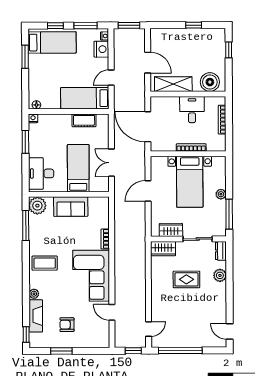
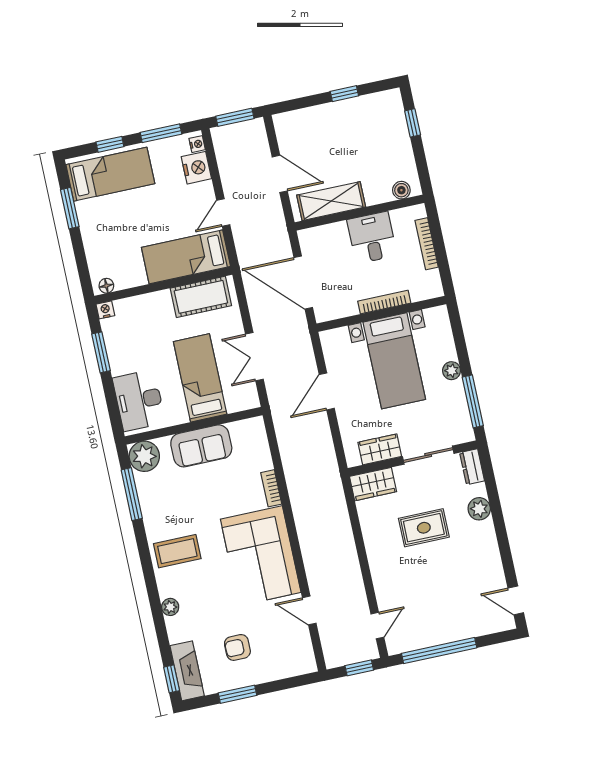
boiler: (210, 82) -> (401, 190), width x0.54, depth x0.54
cot: (84, 120) -> (201, 297), width x1.37, depth x1.34
fireplace: (36, 316) -> (187, 671), moved

